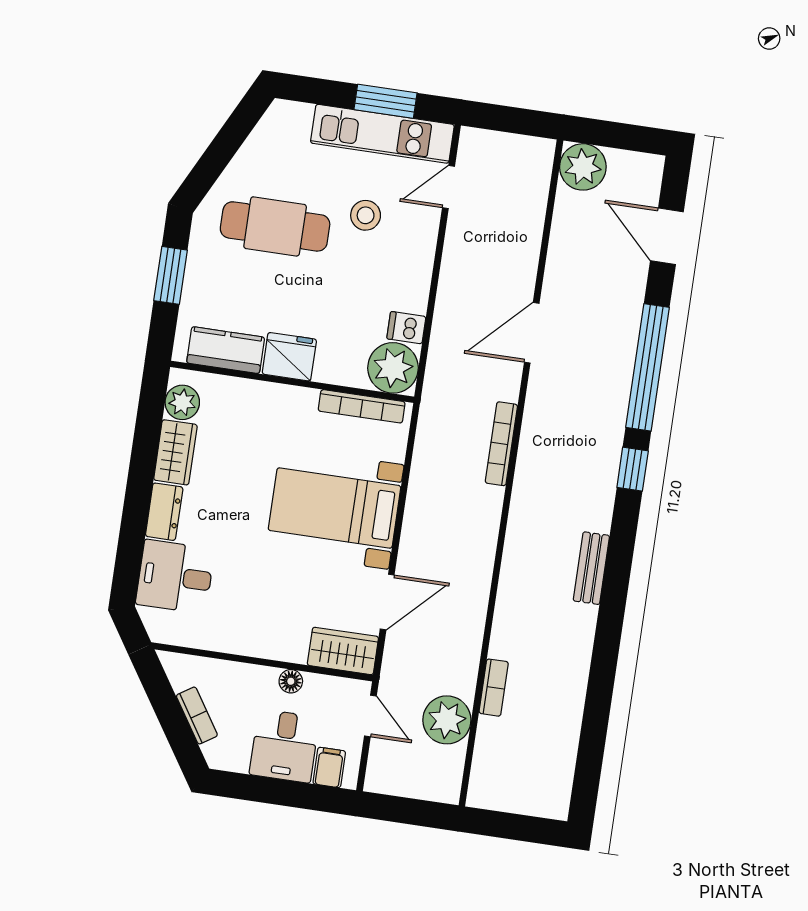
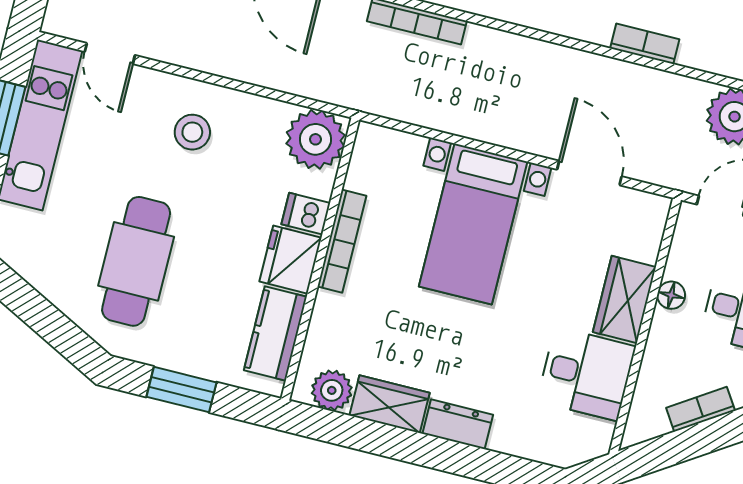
stool: (366, 215) -> (192, 132), moved
dishwasher: (406, 328) -> (306, 214), moved, turned 90
bookcase: (362, 406) -> (342, 241), moved
desk: (175, 577) -> (586, 374), moved, turned -90
wardrobe: (343, 651) -> (624, 300), moved
bookcase: (494, 688) -> (645, 44), moved

